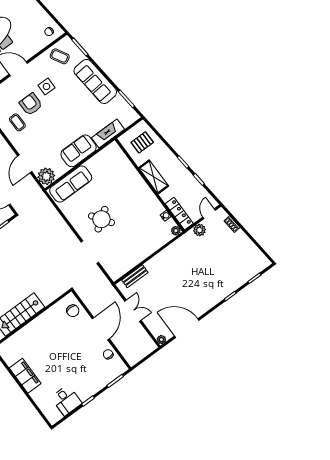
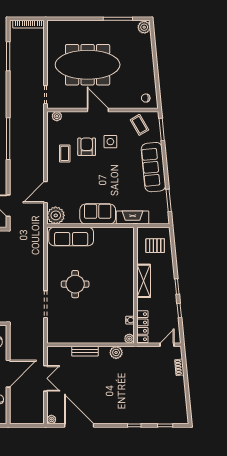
round table: (101, 219) -> (75, 284), turned 35
plant: (200, 230) -> (116, 352), moved
bench: (135, 276) -> (85, 351), moved

